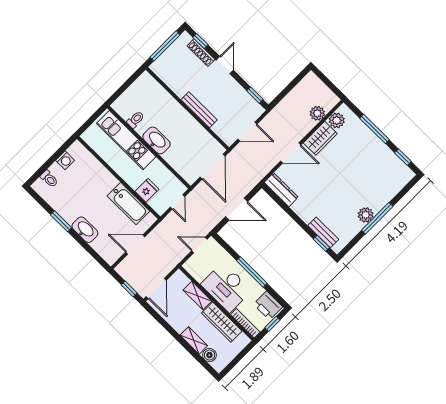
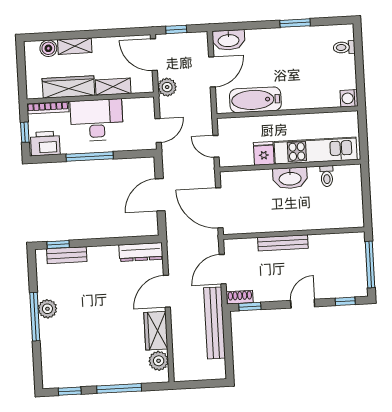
shoe rack: (201, 53) -> (240, 297), moved, width x0.70
door: (225, 65) -> (303, 304), swing flipped
bench: (284, 107) -> (215, 323), added
plant: (317, 113) -> (167, 87), moved
washing machine: (65, 160) -> (349, 98), moved
fridge: (147, 190) -> (264, 153), moved, turned 180
washbasin: (85, 230) -> (228, 40), moved

